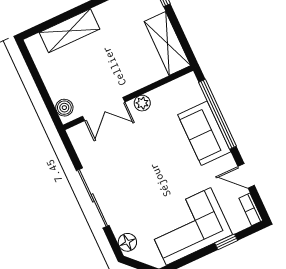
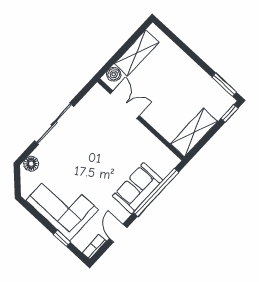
shelving: (69, 31) -> (137, 53), moved, turned 90
plant: (142, 103) -> (141, 132), removed
double door: (104, 109) -> (125, 105), swing flipped

